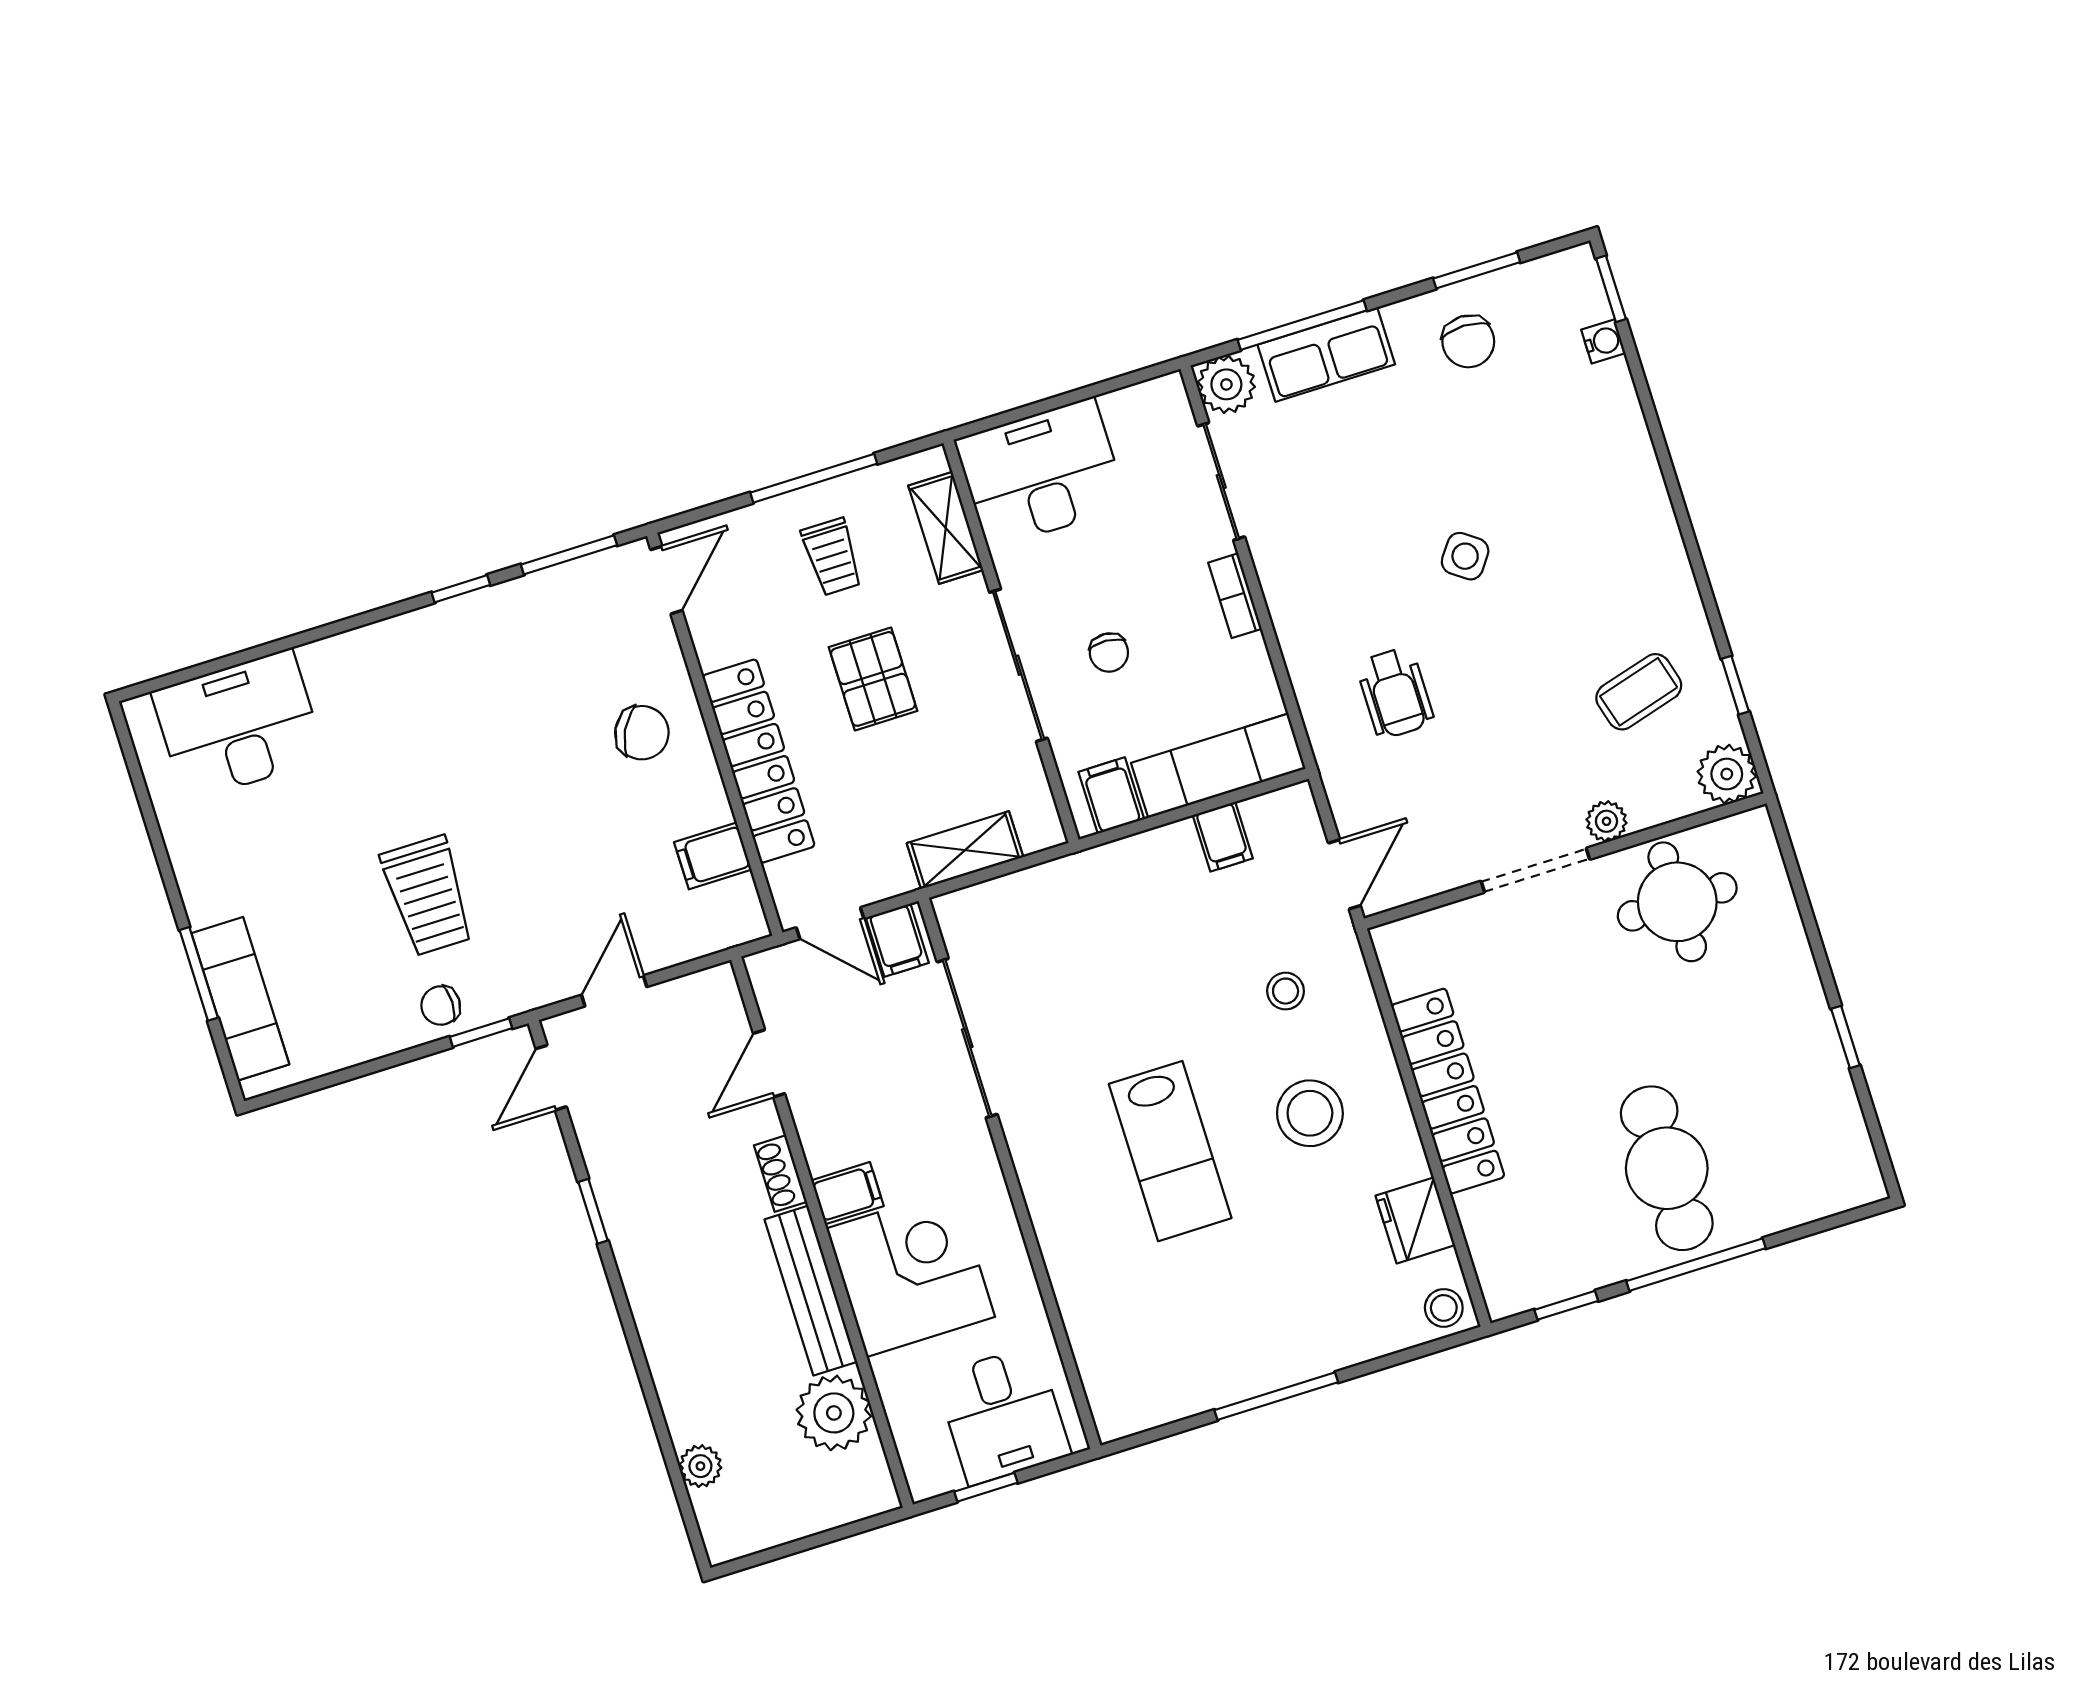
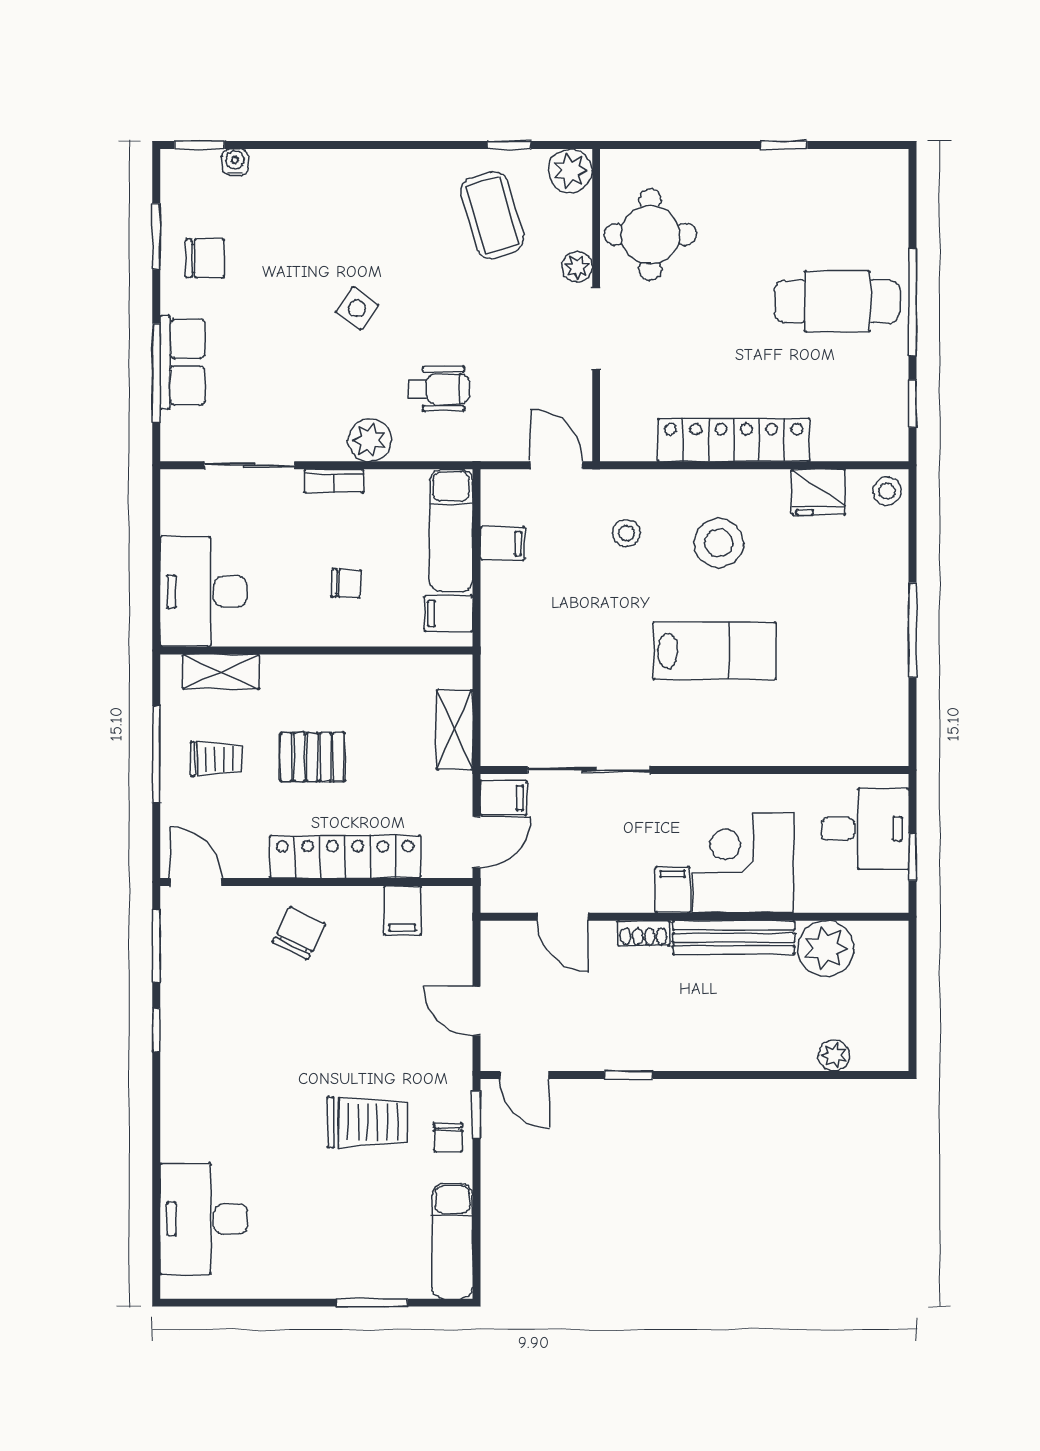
plant: (1226, 384) -> (370, 440), moved
sliding door: (1018, 665) -> (335, 650), removed
coffee table: (1639, 692) -> (492, 215), width x1.36, depth x1.30
exam couch: (240, 999) -> (452, 1241), moved, turned -90

